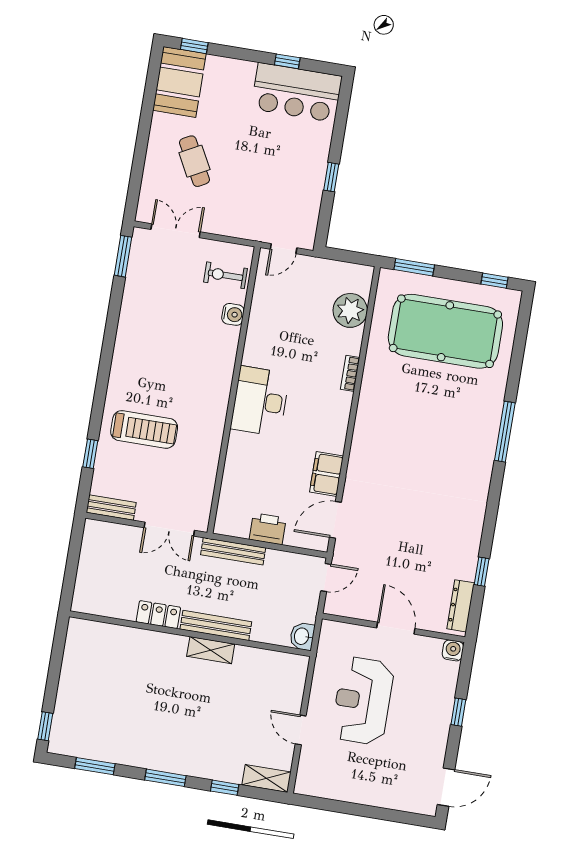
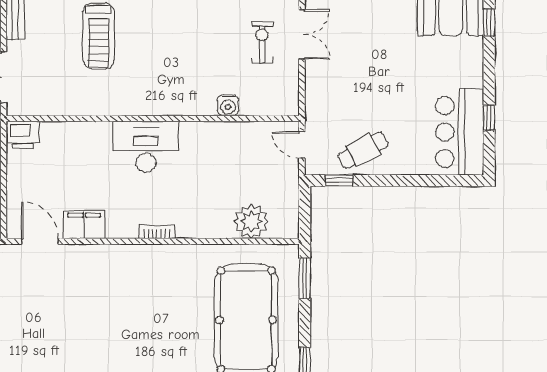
cafe table: (194, 161) -> (363, 150), moved
window: (331, 177) -> (339, 181), moved
exercise bike: (226, 275) -> (262, 42), moved
bookcase: (350, 373) -> (157, 232), moved
printer: (268, 529) -> (23, 135), moved, turned 90

